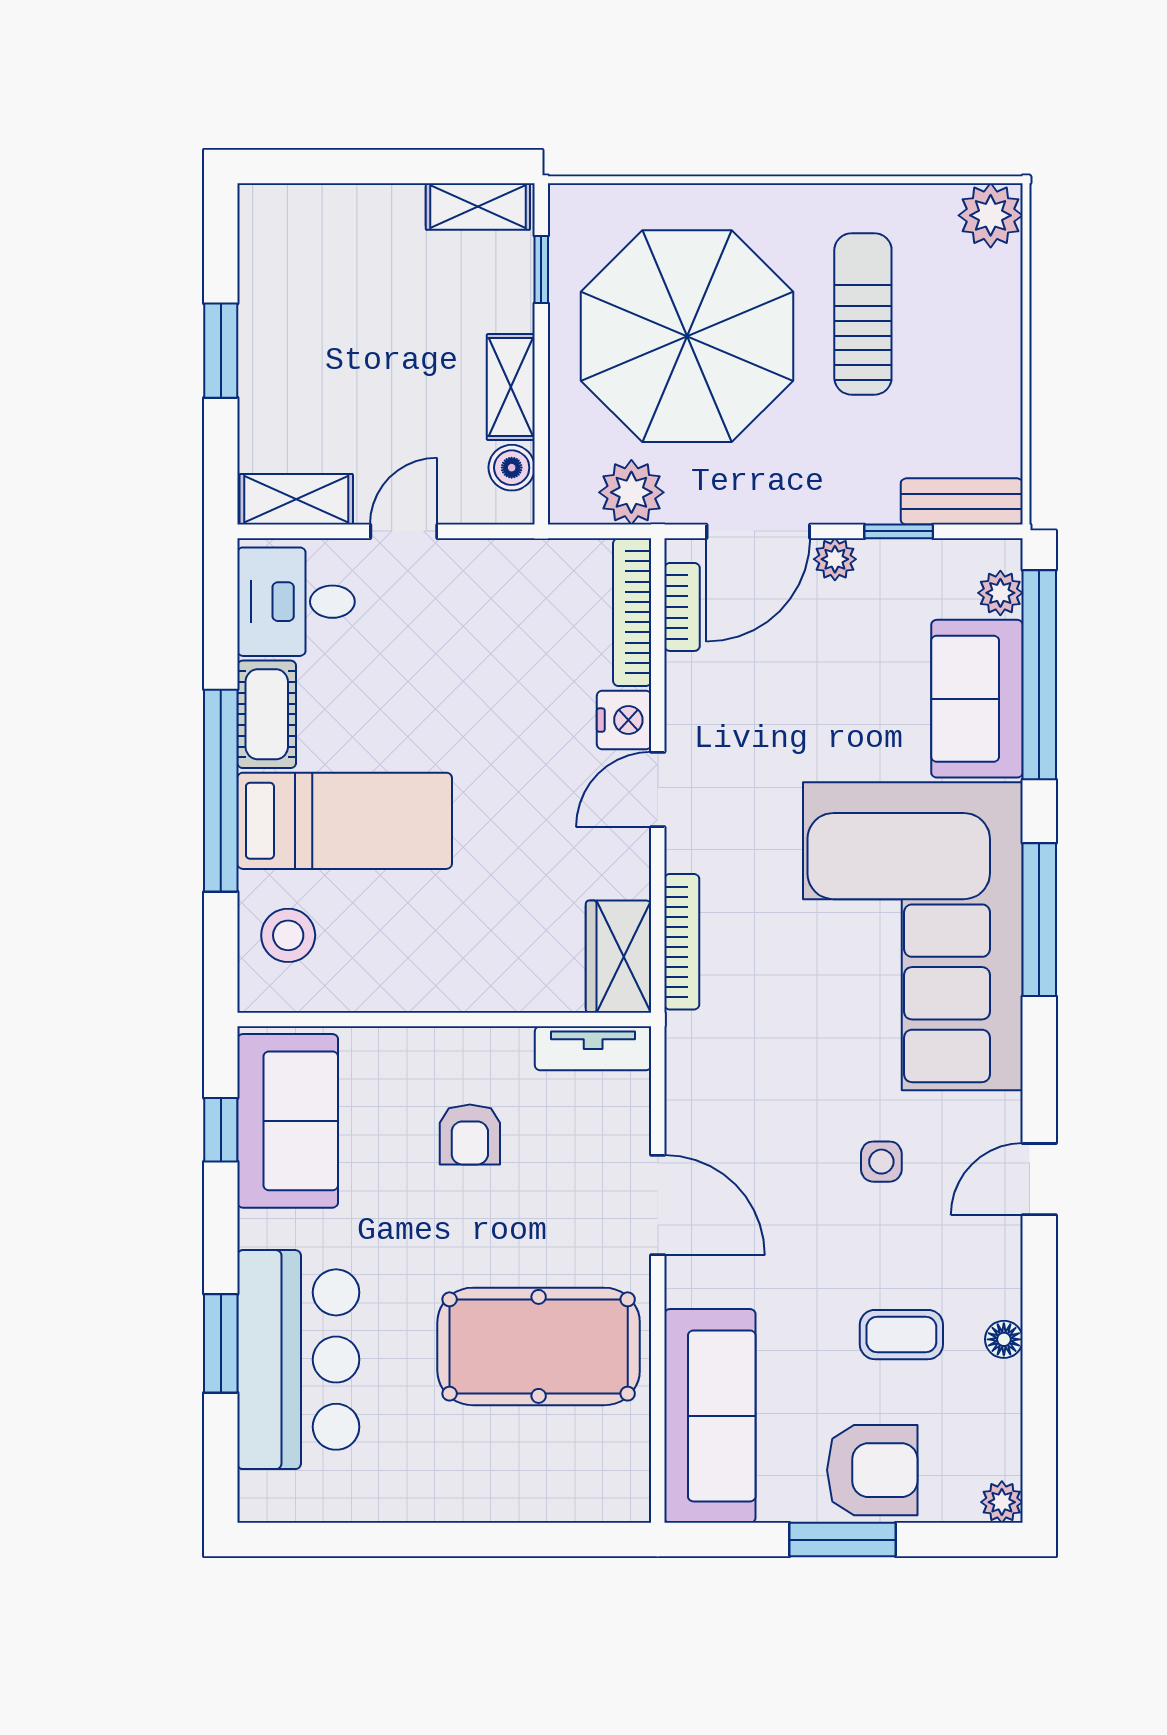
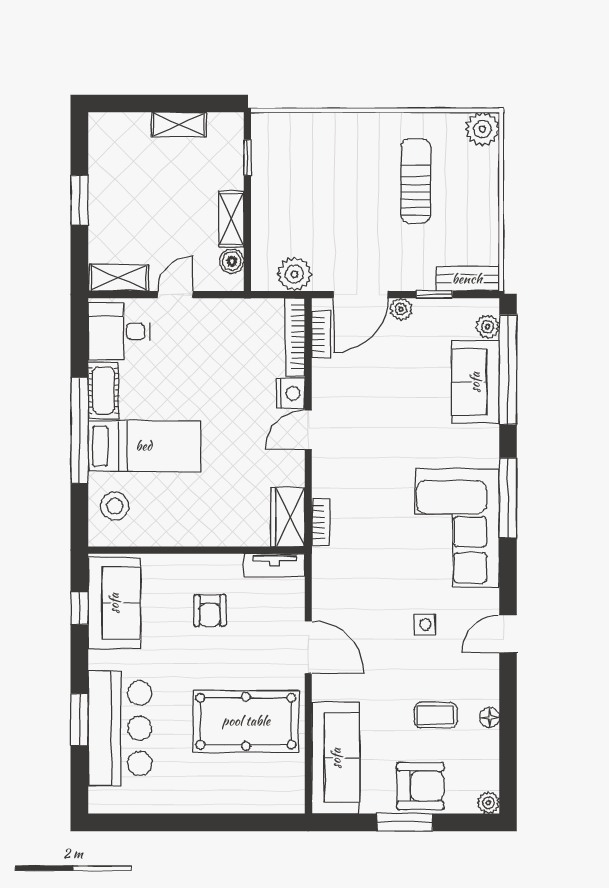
shelving: (478, 207) -> (179, 124), moved
parasol: (687, 336) -> (324, 192), removed
corner sofa: (913, 936) -> (457, 528), width x0.73, depth x0.74
bookcase: (682, 942) -> (321, 522), width x0.64

